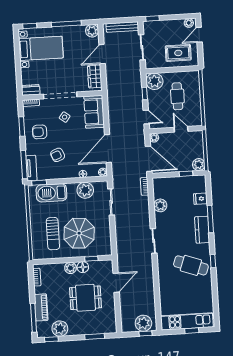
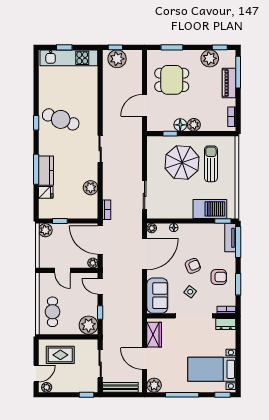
door: (102, 54) -> (145, 359), swing flipped
cafe table: (177, 96) -> (52, 312), moved
armchair: (58, 155) -> (193, 266), moved
plant: (85, 190) -> (172, 210), removed
kitchen counter: (202, 230) -> (46, 171), moved
dining table: (85, 298) -> (172, 80), moved

